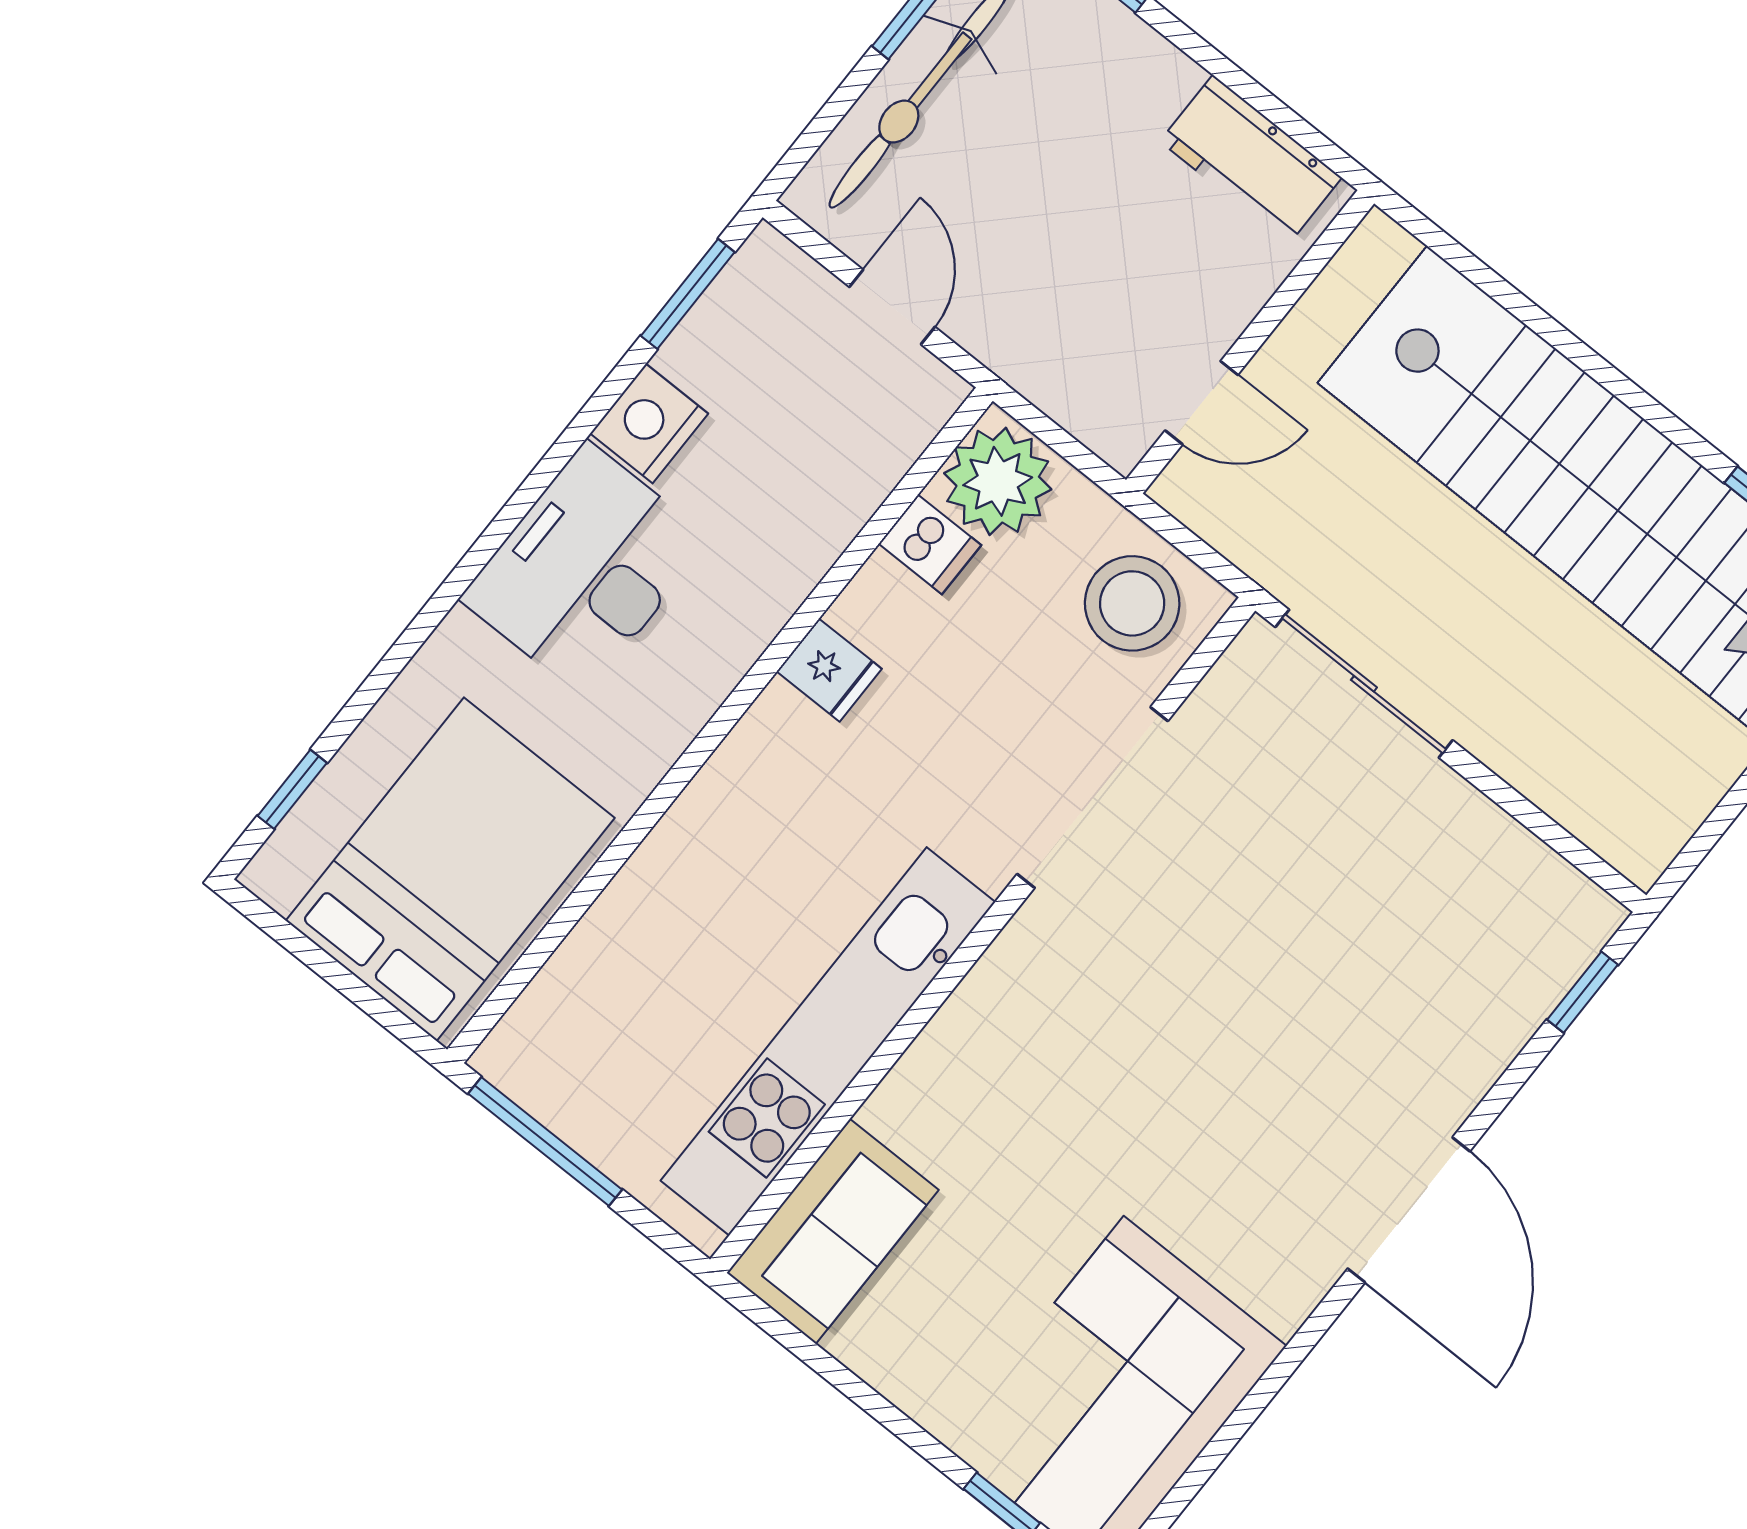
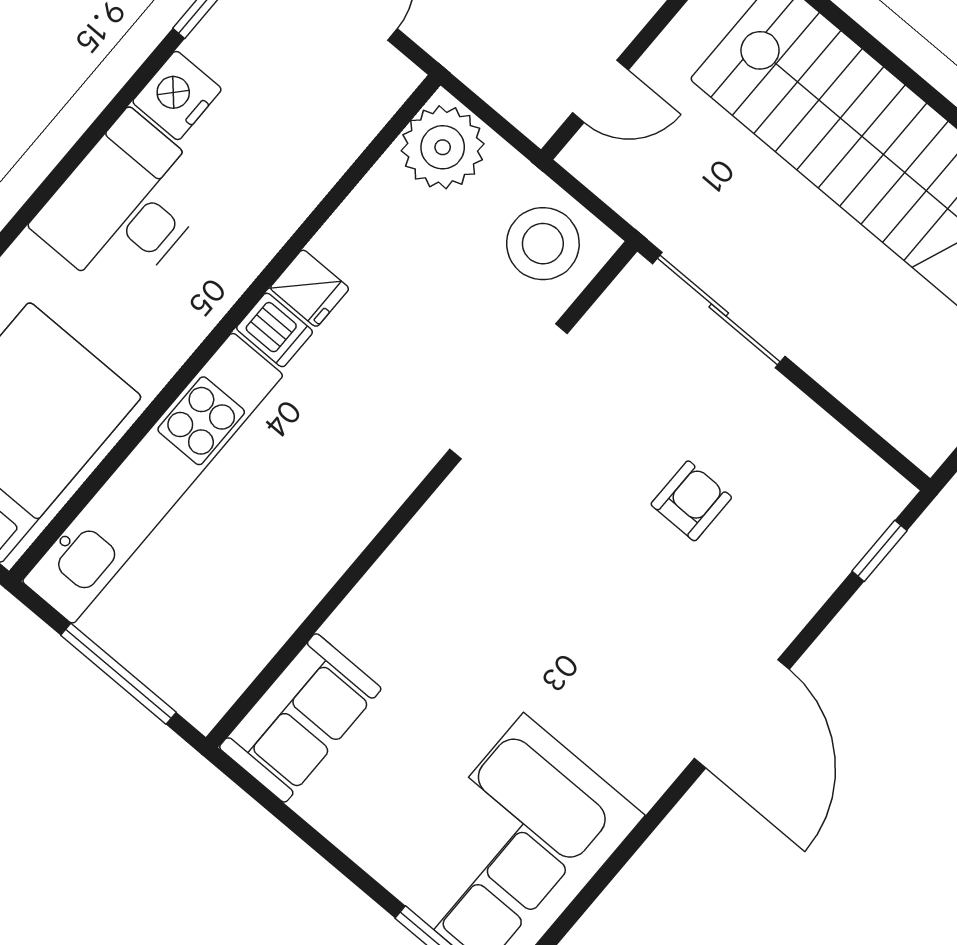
dishwasher: (930, 544) -> (275, 330), moved
armchair: (1335, 934) -> (691, 501), added
kitchen unit: (828, 1041) -> (153, 478), moved, turned 180
window: (545, 1142) -> (118, 674), moved

